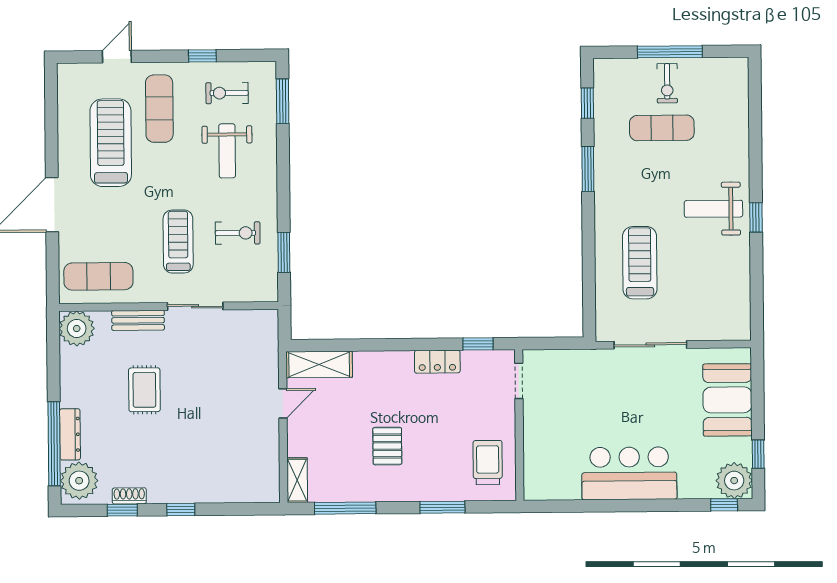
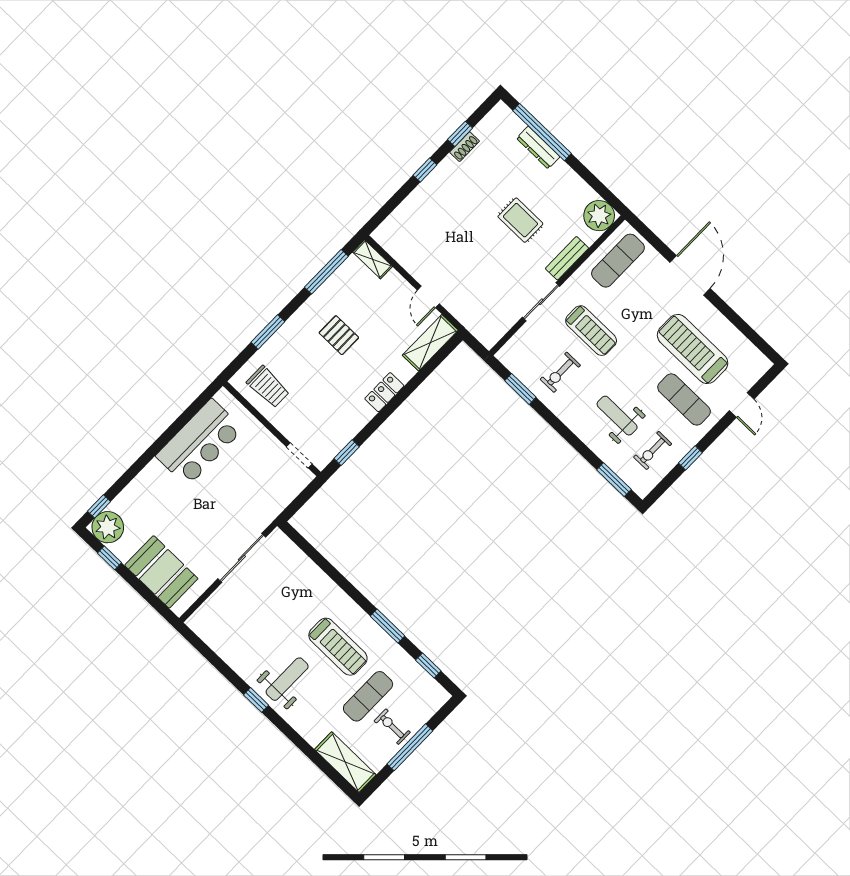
exercise bike: (227, 93) -> (653, 450), turned 180
shelving: (735, 93) -> (345, 762), added
treadmill: (111, 143) -> (693, 349), turned 180
treadmill: (640, 263) -> (338, 647), moved
locker: (437, 362) -> (384, 392), moved
bar counter: (629, 473) -> (200, 443), moved
plant: (79, 481) -> (504, 125), removed

